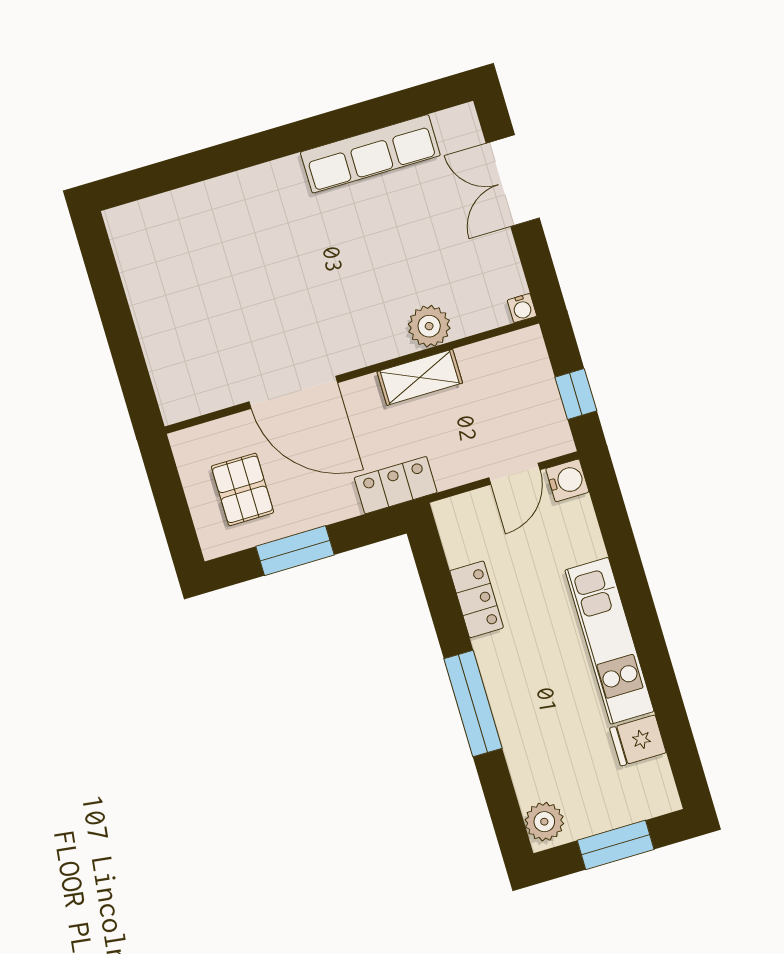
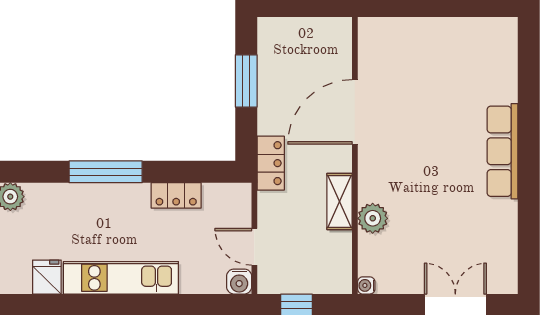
row of seats: (370, 154) -> (503, 151), moved
pallet: (242, 489) -> (299, 57), removed

